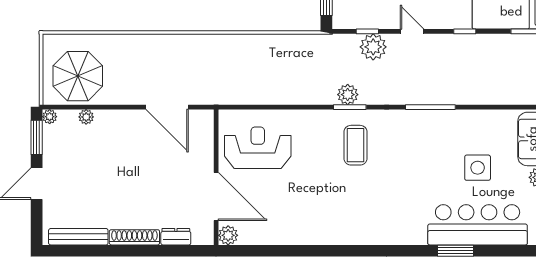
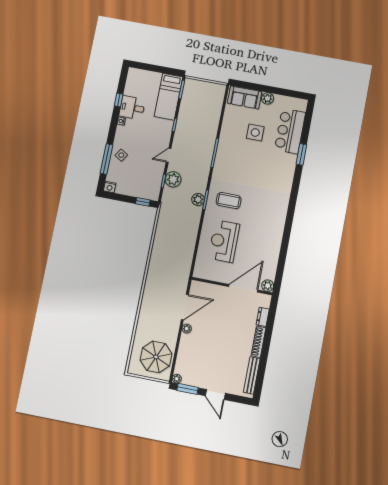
plant: (86, 117) -> (187, 329), moved
reception desk: (258, 148) -> (224, 241), moved
bar counter: (478, 225) -> (290, 131), width x0.73

